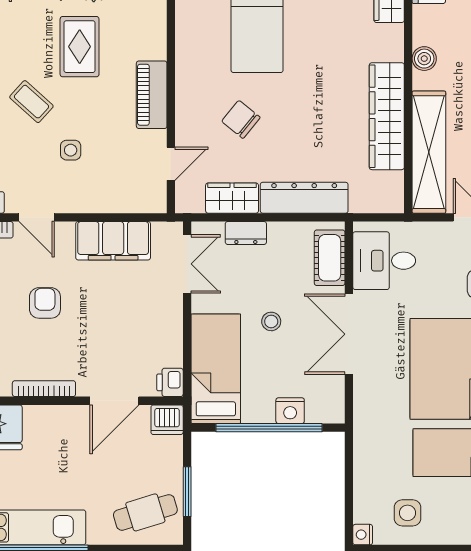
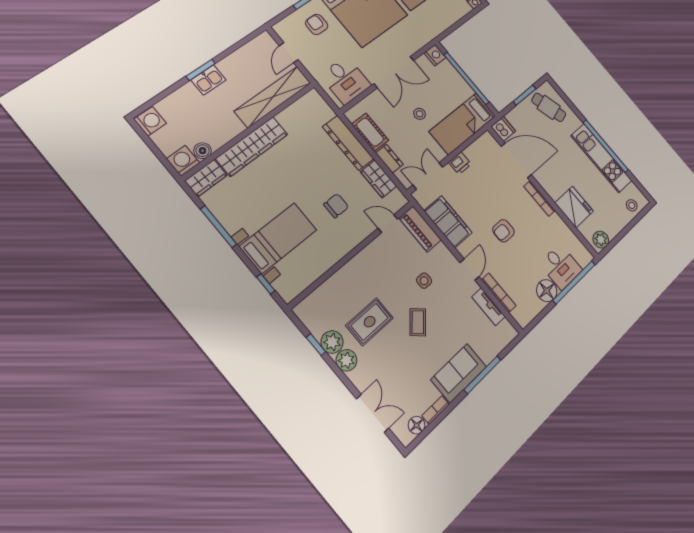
boiler: (424, 59) -> (203, 151), moved
piano: (152, 95) -> (420, 229), moved, turned 90
wardrobe: (387, 116) -> (252, 146), moved
chair: (241, 119) -> (336, 206), turned -129
cot: (330, 258) -> (370, 132), moved, turned 90
printer: (170, 382) -> (460, 163), moved
door: (114, 401) -> (516, 160), width x1.36
nightstand: (290, 411) -> (435, 55), moved

